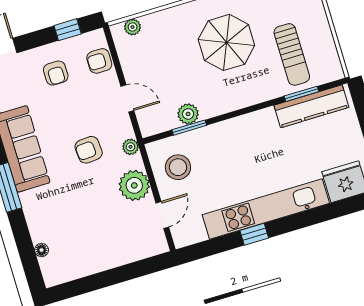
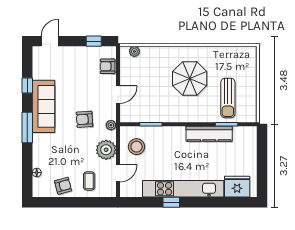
armchair: (56, 73) -> (63, 186), moved, turned -105
door: (127, 98) -> (118, 95), hinge flipped
kitchen counter: (311, 106) -> (209, 134), moved
plant: (188, 114) -> (153, 116), removed
coffee table: (123, 239) -> (89, 181), added

